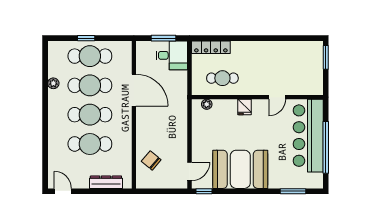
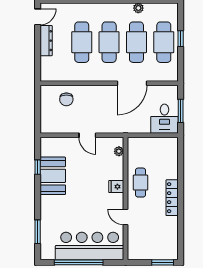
locker: (211, 47) -> (172, 198), moved
cafe table: (222, 78) -> (140, 183), moved
chair: (151, 160) -> (66, 99), turned 140
booth: (240, 169) -> (53, 176), width x0.73, depth x0.70
door: (190, 171) -> (87, 135), moved
dresser: (106, 182) -> (46, 41), moved
window: (204, 191) -> (38, 167), moved

